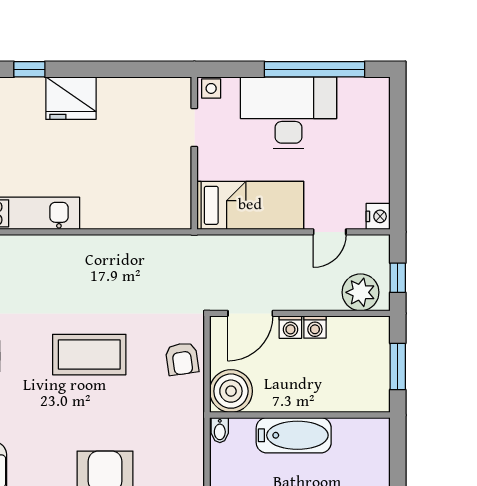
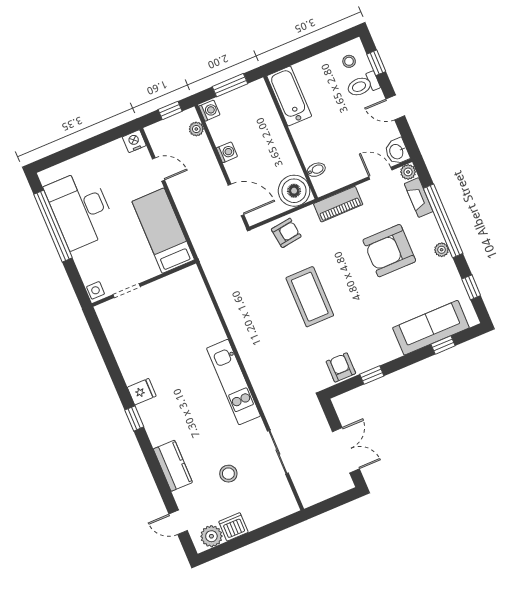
fridge: (71, 98) -> (142, 392), width x0.53, depth x0.75
desk: (289, 113) -> (81, 209), moved
plant: (360, 292) -> (196, 129), width x0.53, depth x0.53
washing machine: (290, 327) -> (209, 111), moved
bidet: (220, 430) -> (316, 170), moved
bathtub: (294, 435) -> (289, 96), moved
piano: (191, 439) -> (338, 204), added

